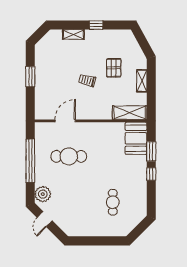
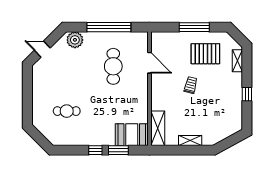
shelving: (73, 34) -> (237, 61), moved
pallet: (114, 68) -> (205, 54), moved, width x1.50, depth x1.42
window: (30, 77) -> (194, 27), width x1.44
door: (45, 219) -> (42, 49), moved

